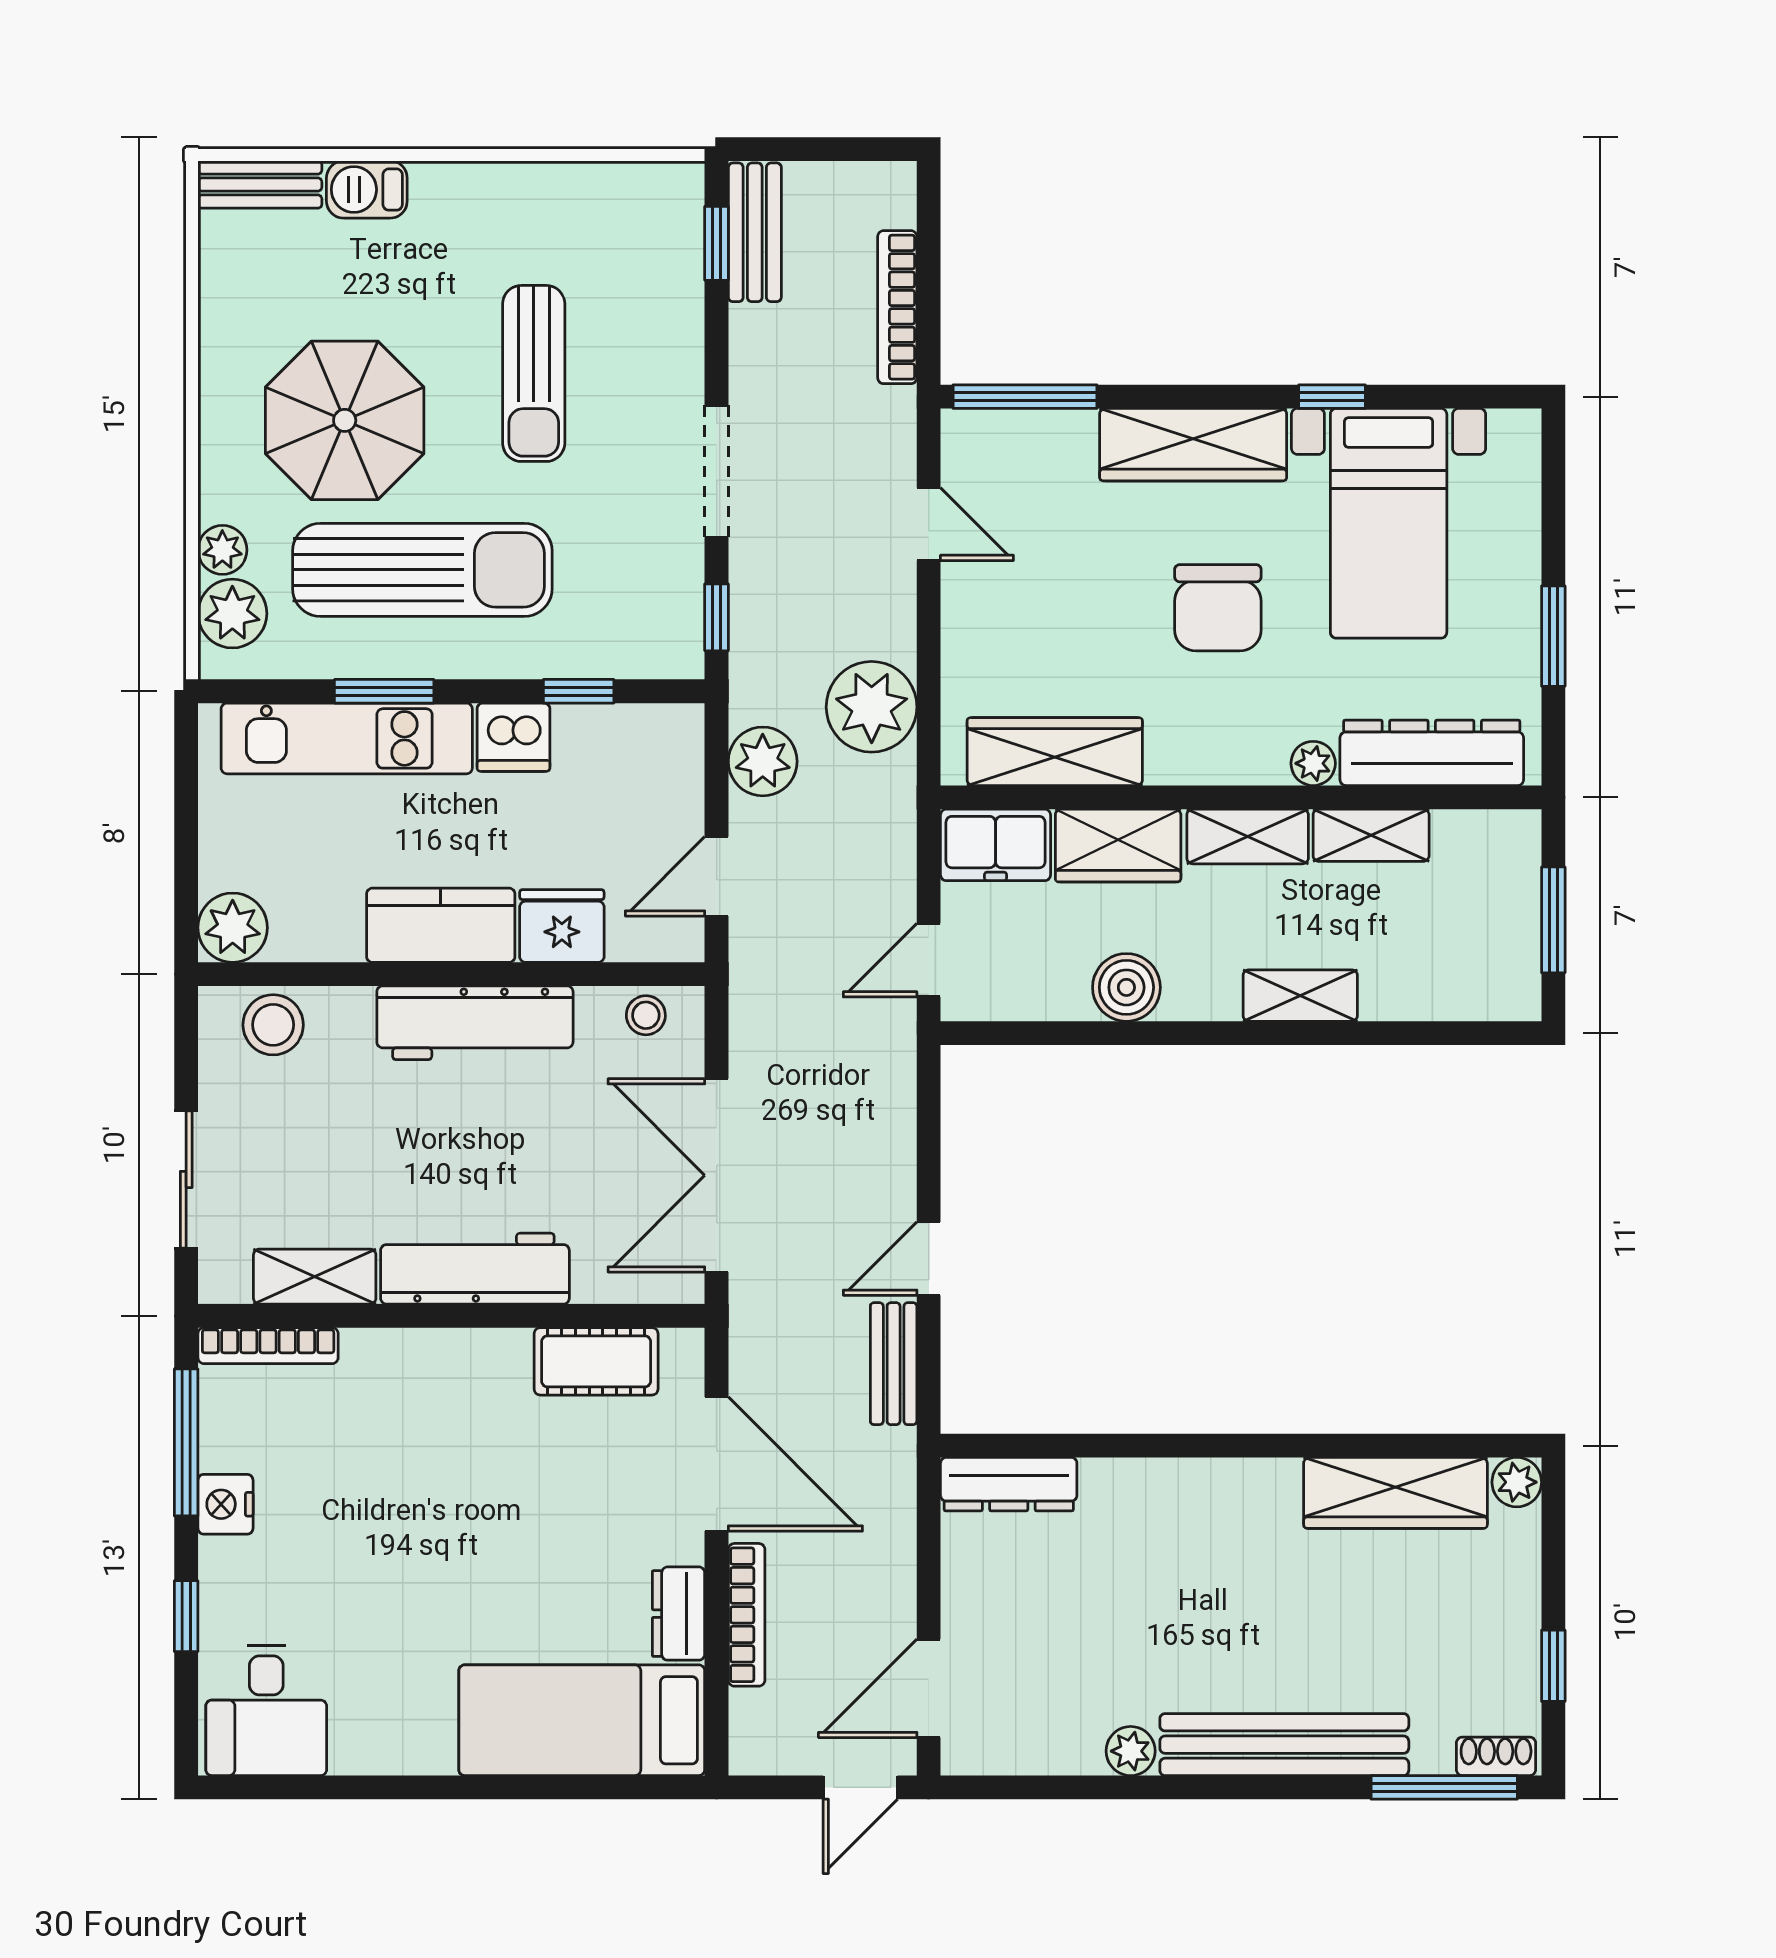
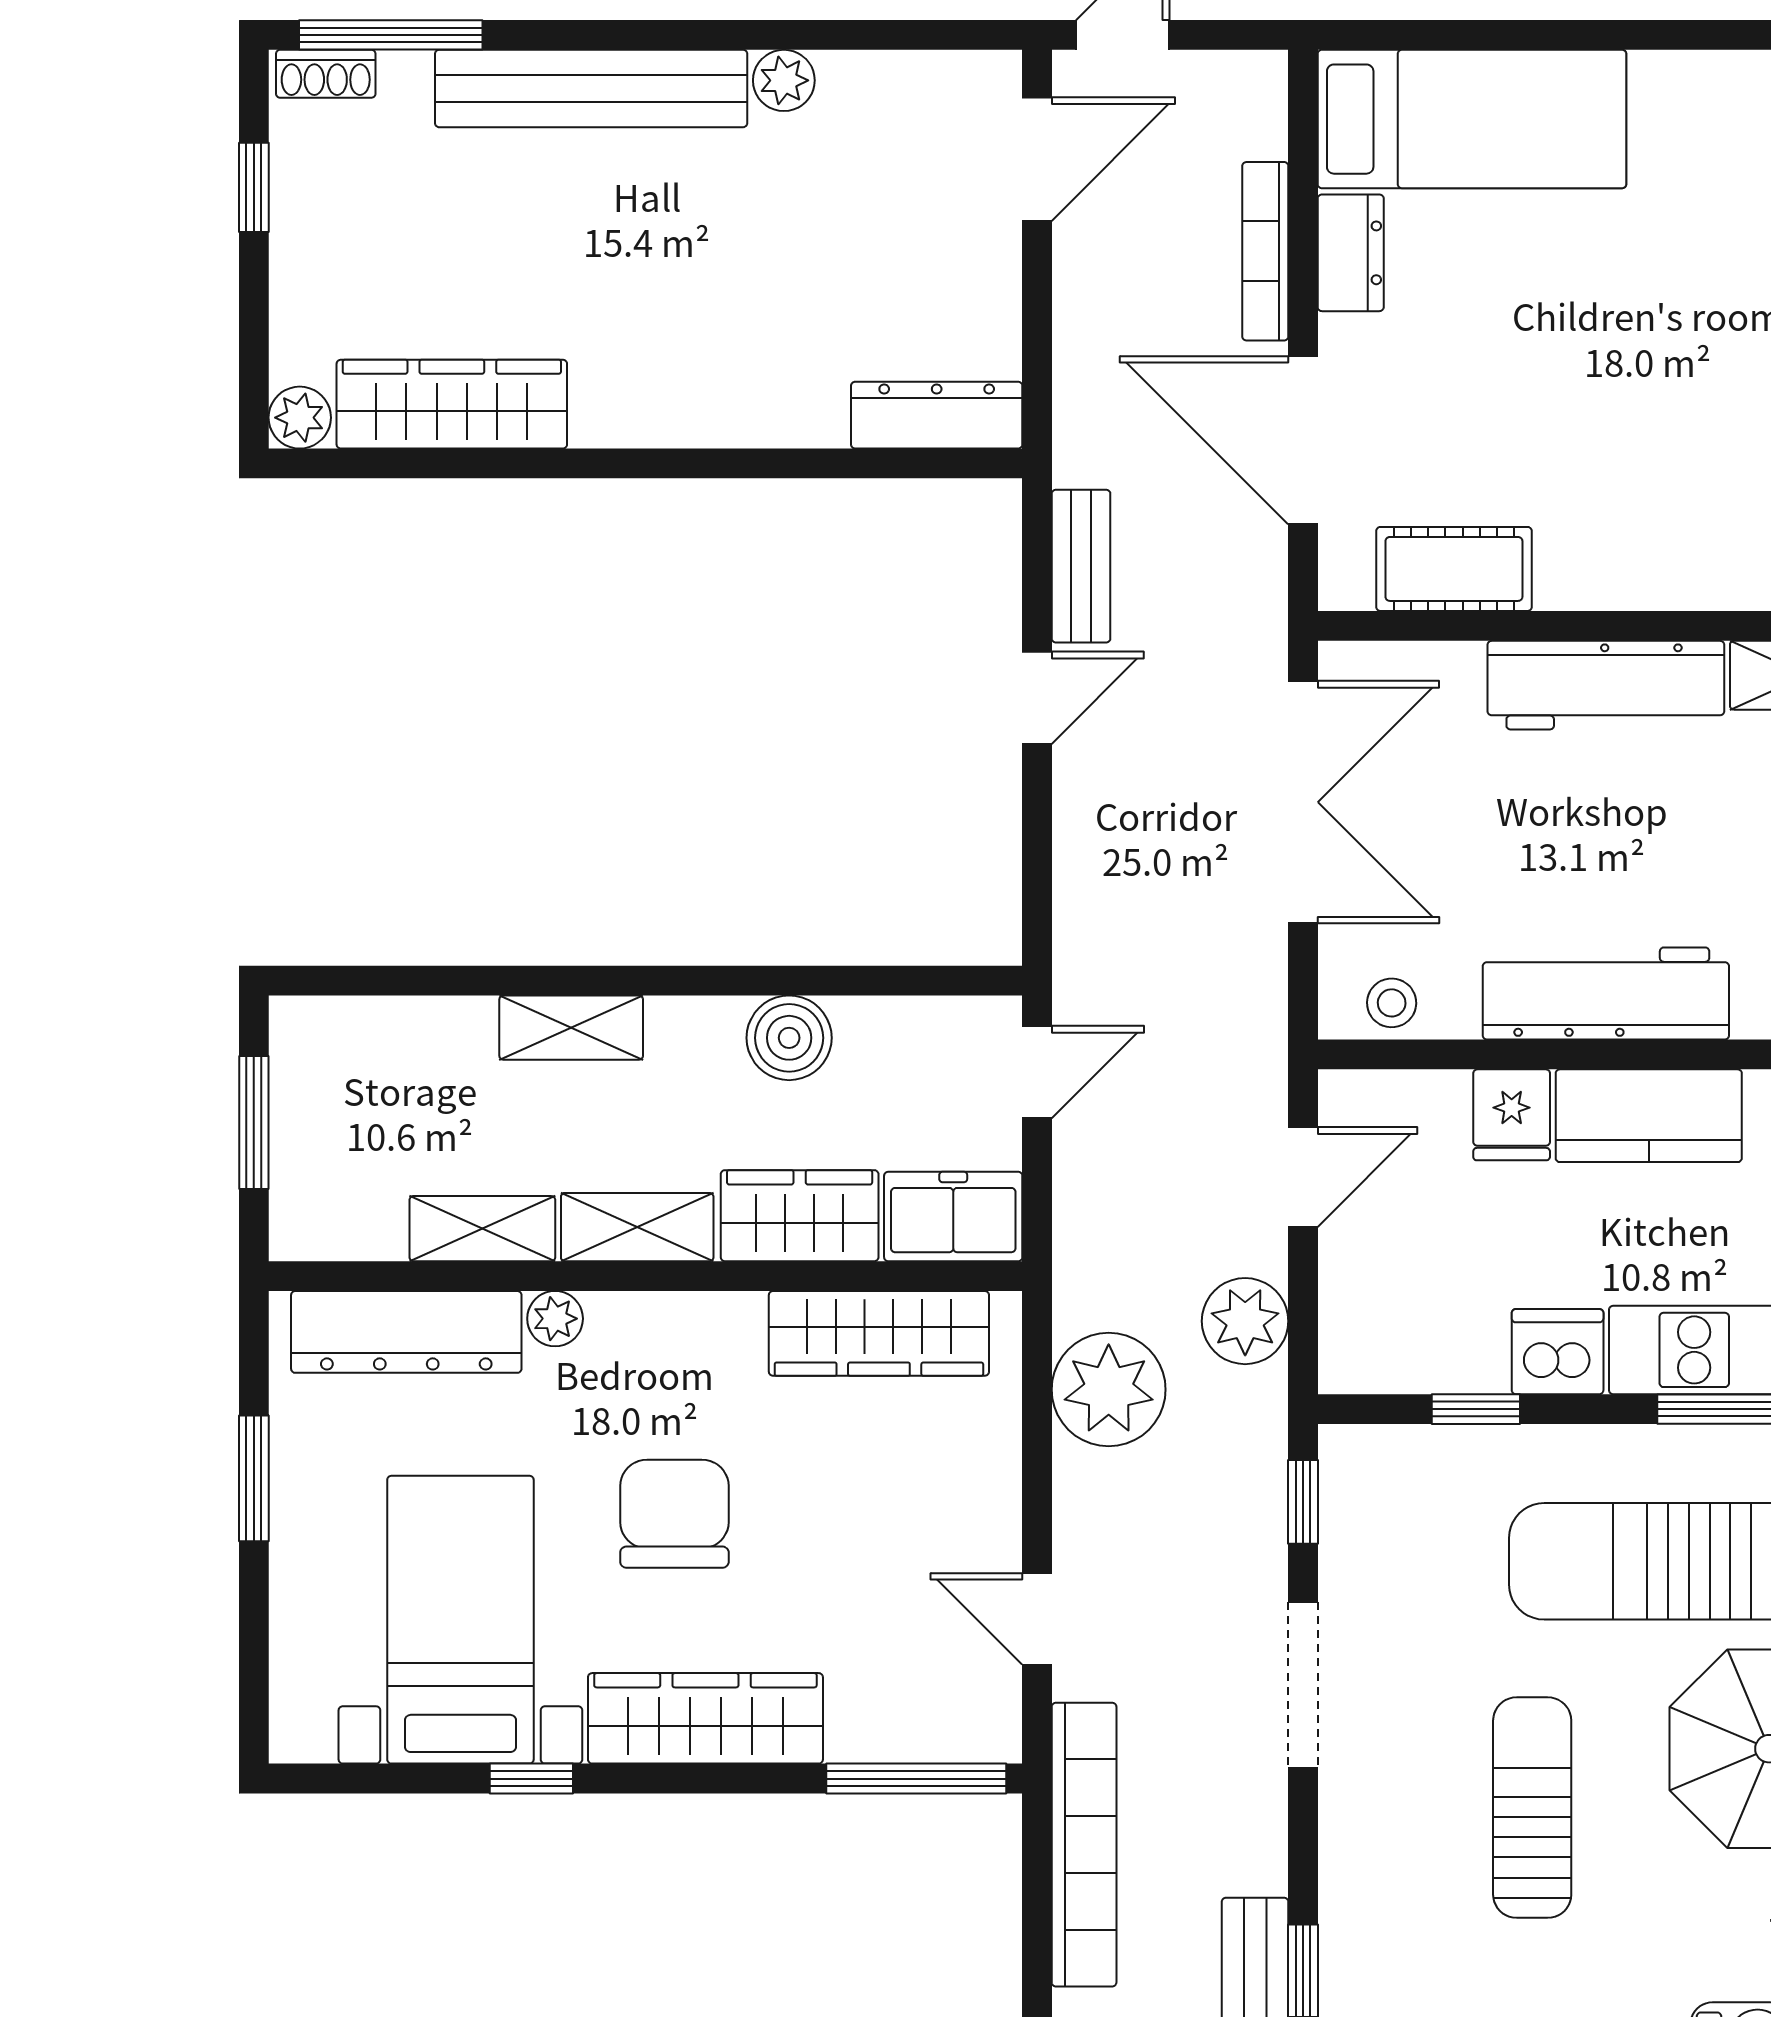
bookcase: (897, 307) -> (1084, 1845), width x1.48, depth x1.31
fridge: (562, 926) -> (1512, 1115), width x0.72

